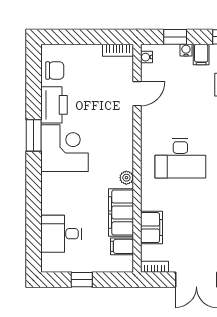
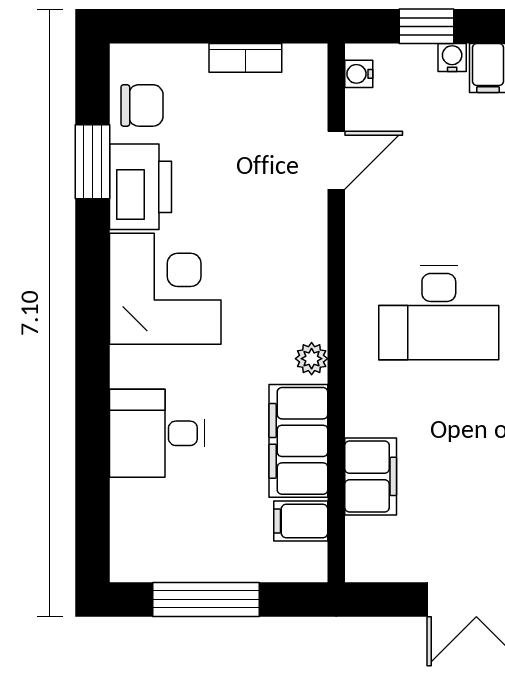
bookcase: (118, 50) -> (245, 58), moved
window: (34, 135) -> (92, 162), moved
desk: (61, 234) -> (157, 433), moved
bookcase: (155, 267) -> (378, 569), removed
window: (82, 280) -> (206, 599), width x2.17

